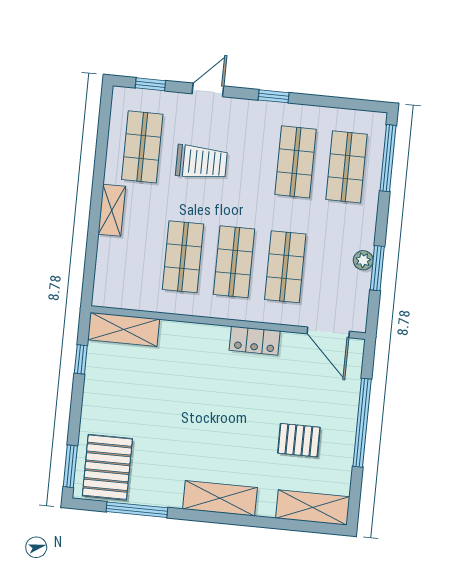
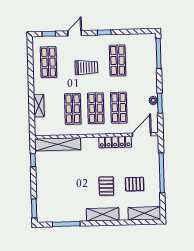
trolley: (201, 162) -> (86, 67), moved
shop shelf: (347, 167) -> (141, 60), removed
shelving: (112, 210) -> (39, 106), moved
shelving: (124, 329) -> (58, 144), width x1.47
door: (328, 332) -> (142, 135), swing flipped
locker: (255, 341) -> (115, 142), width x1.53
pallet: (107, 467) -> (106, 186), moved, width x0.67, depth x0.71

